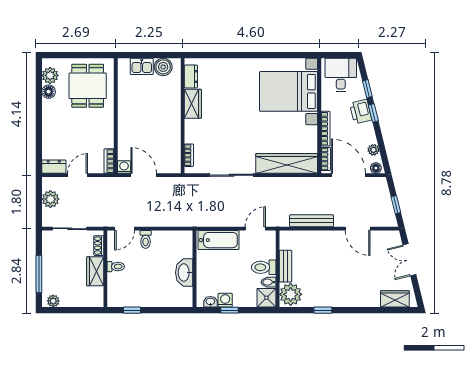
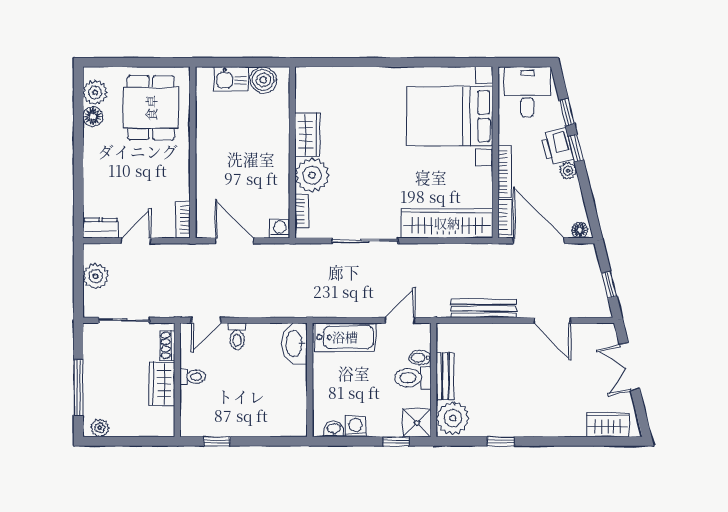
dresser: (191, 76) -> (304, 94), removed
plant: (196, 131) -> (312, 175), added
plant: (373, 150) -> (568, 171), moved
washing machine: (124, 167) -> (280, 229), moved
washbasin: (184, 273) -> (295, 344), moved
bidet: (269, 282) -> (420, 358), moved
window: (229, 310) -> (396, 441), moved

